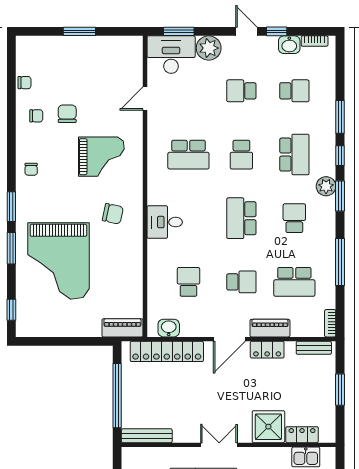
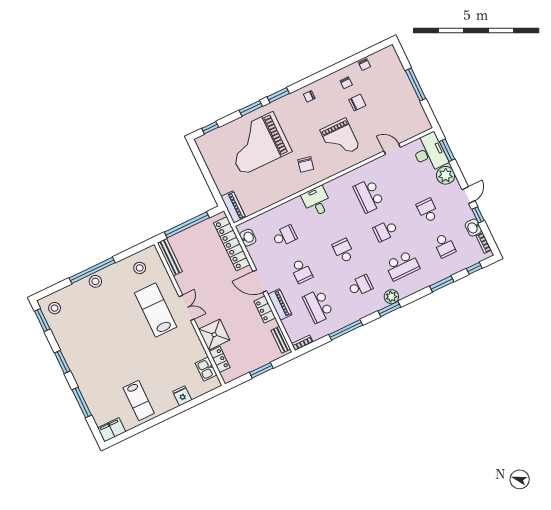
window: (79, 31) -> (416, 85), width x1.44
window: (340, 156) -> (474, 268), moved
school desk: (241, 218) -> (343, 251), width x0.54

